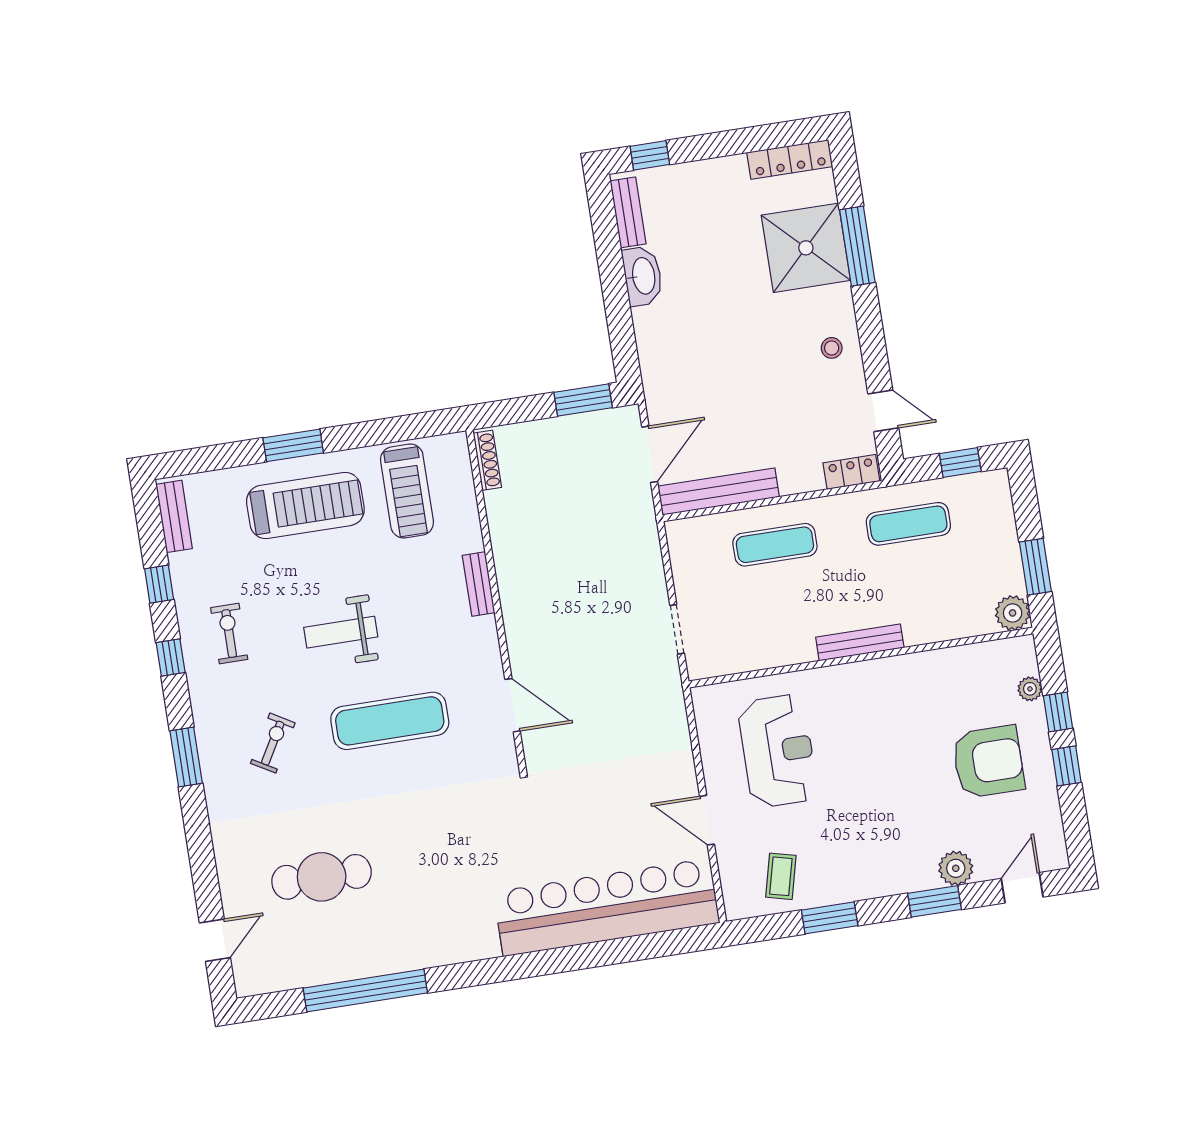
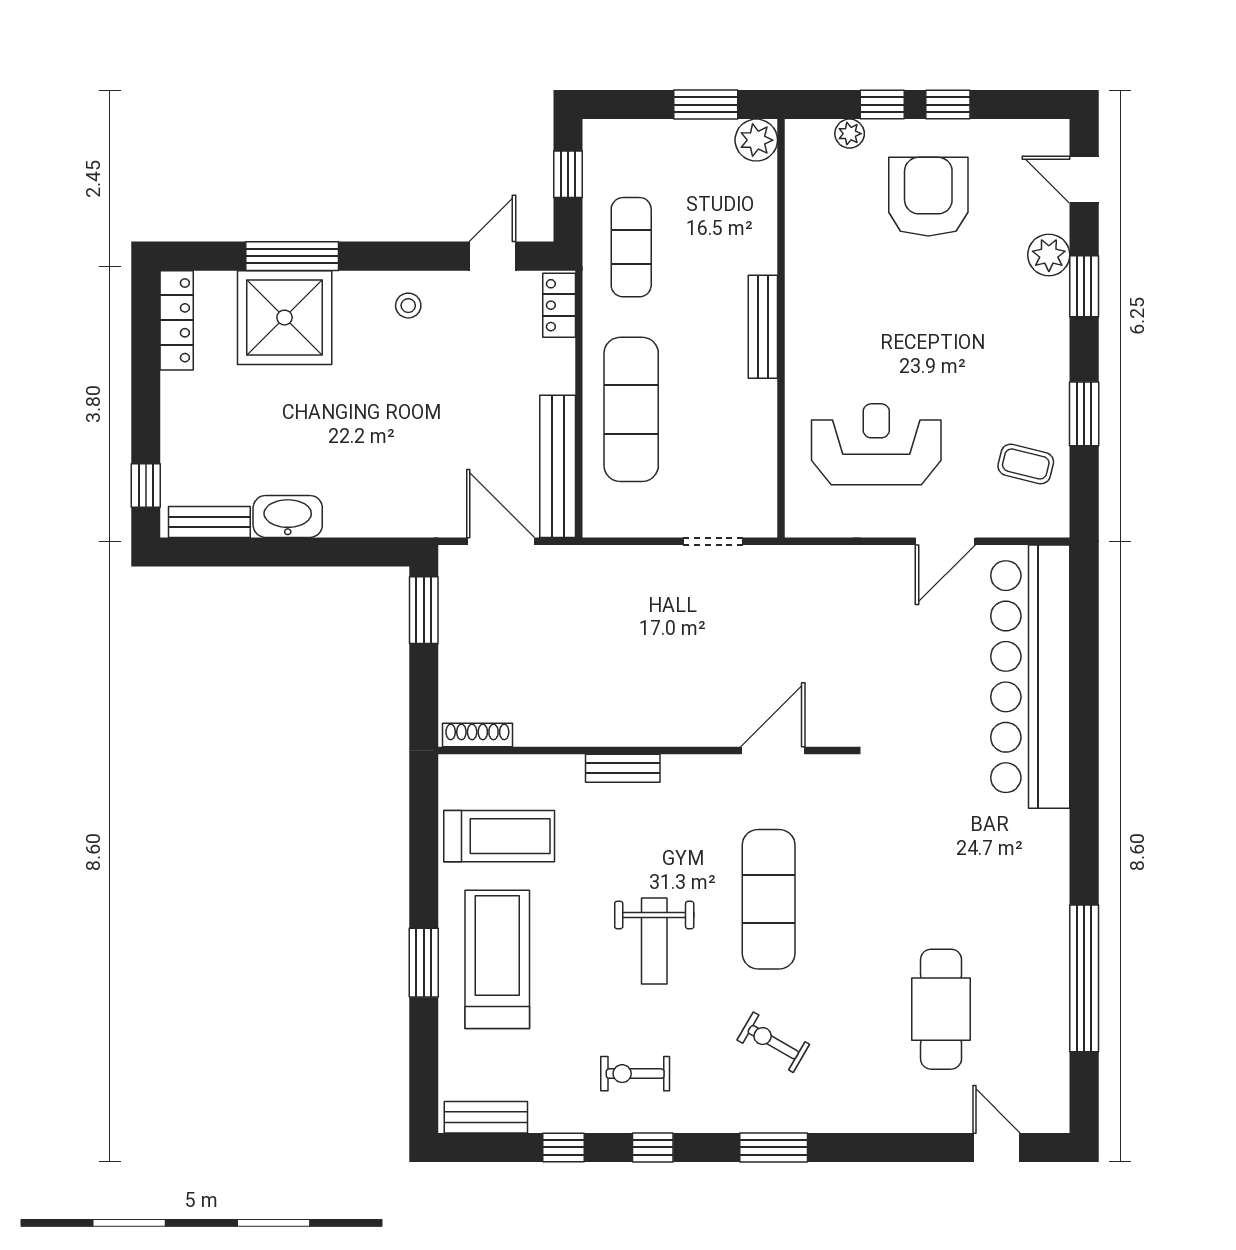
exercise mat: (775, 545) -> (631, 409), width x1.36, depth x1.45

